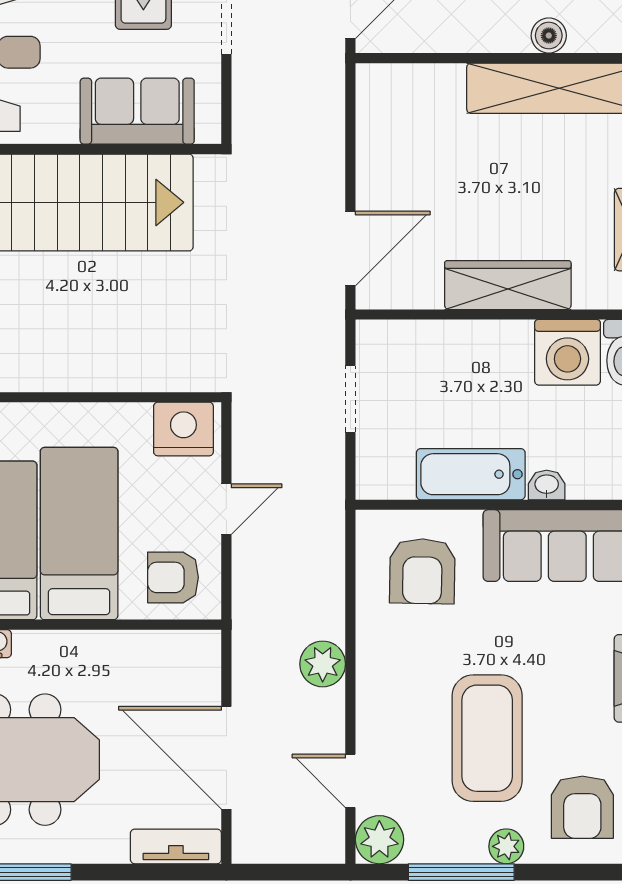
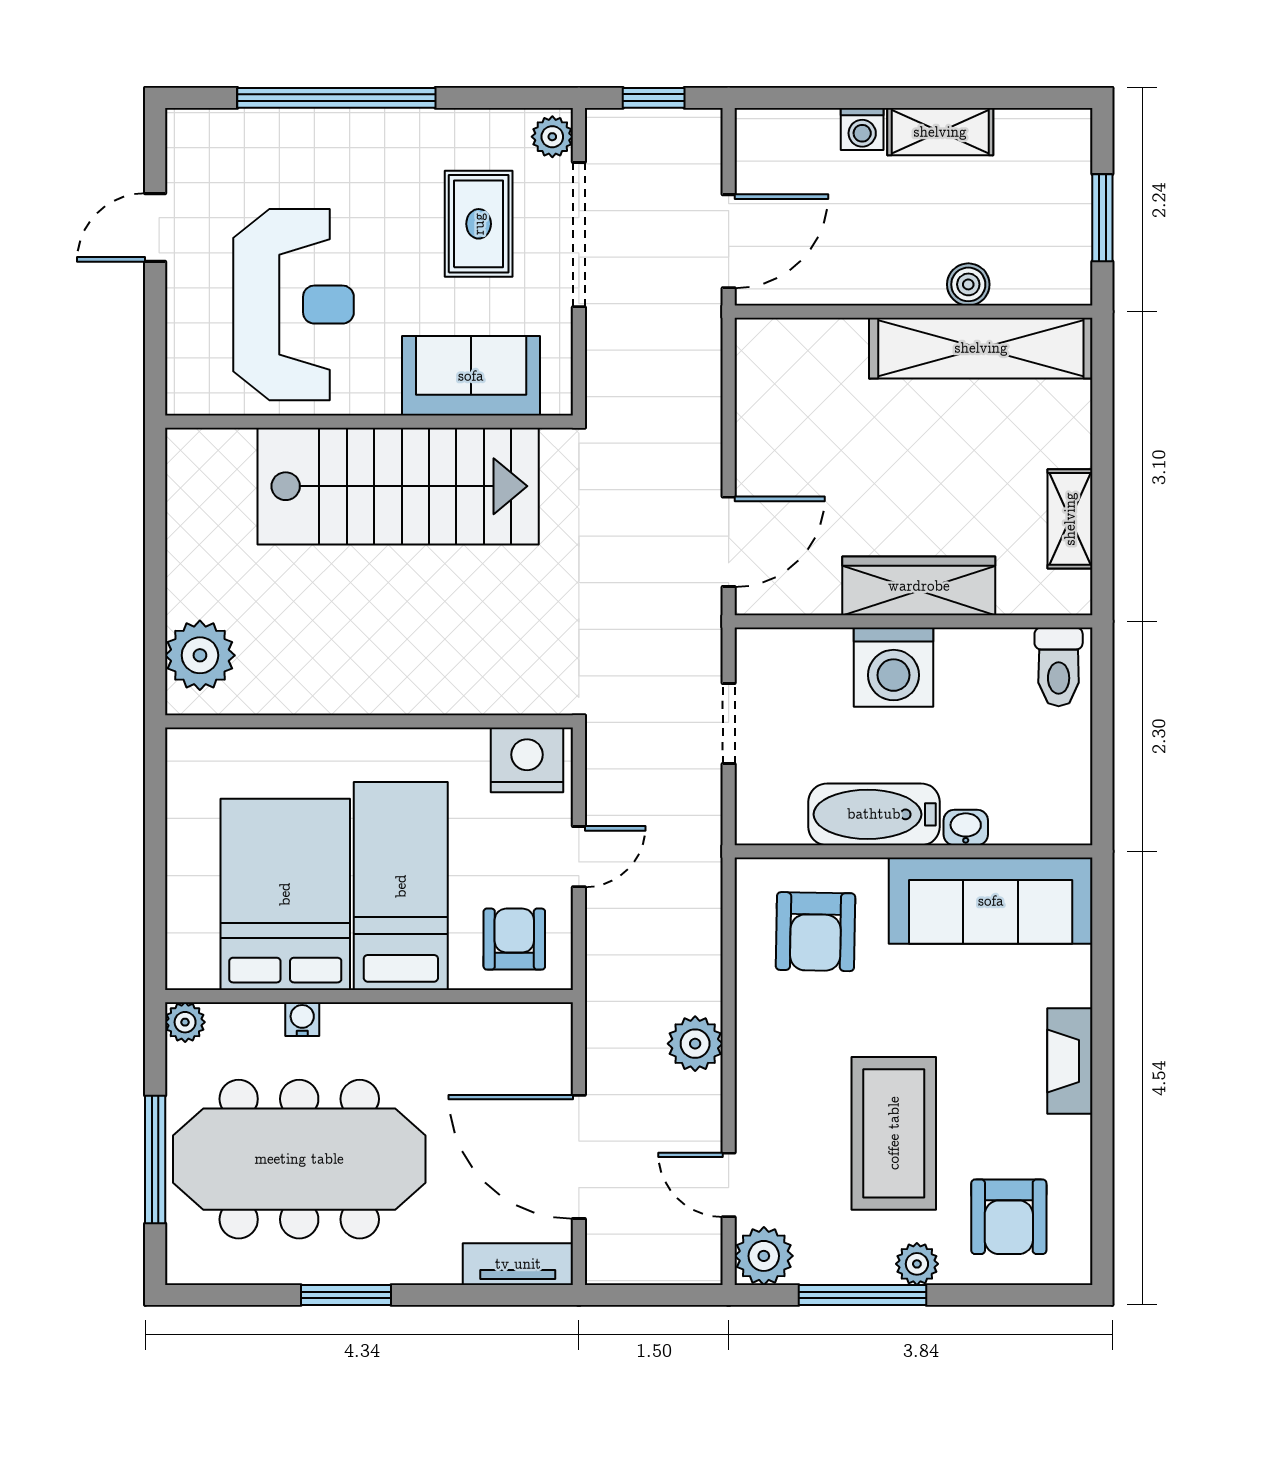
washing machine: (567, 352) -> (894, 667), moved
armchair: (173, 577) -> (514, 939), turned 90

